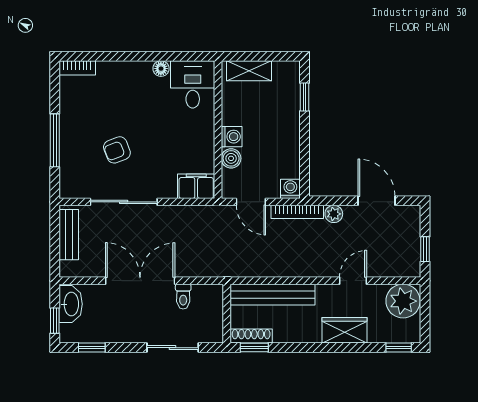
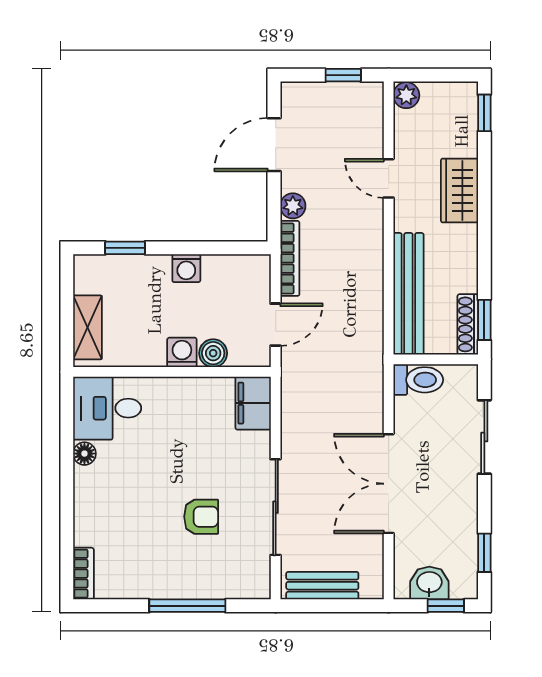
armchair: (117, 150) -> (201, 517), turned -69
washing machine: (290, 189) -> (186, 268), moved, turned -90
toilet: (183, 297) -> (418, 380), moved, width x1.37, depth x1.39
plant: (403, 301) -> (406, 95), width x0.53, depth x0.53
washbasin: (71, 304) -> (429, 583), width x0.72

